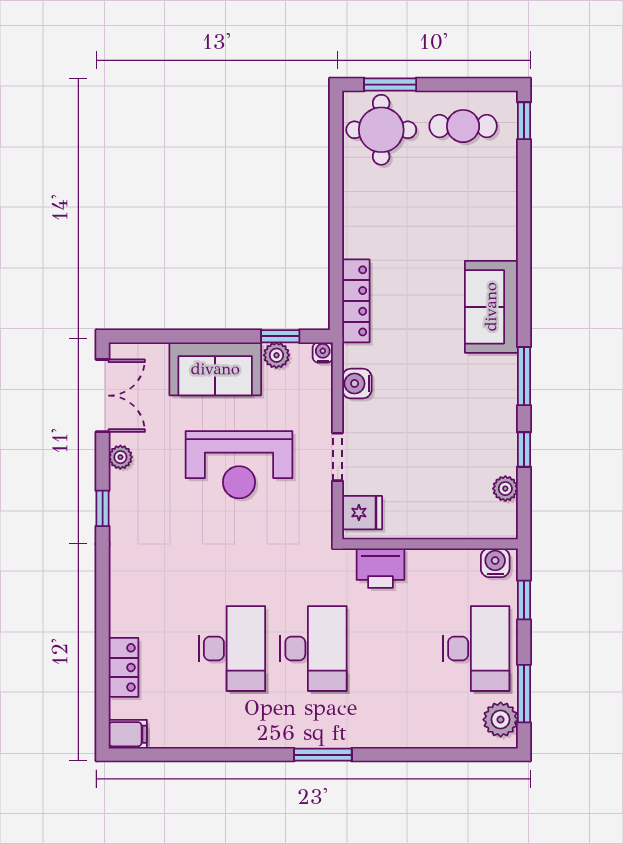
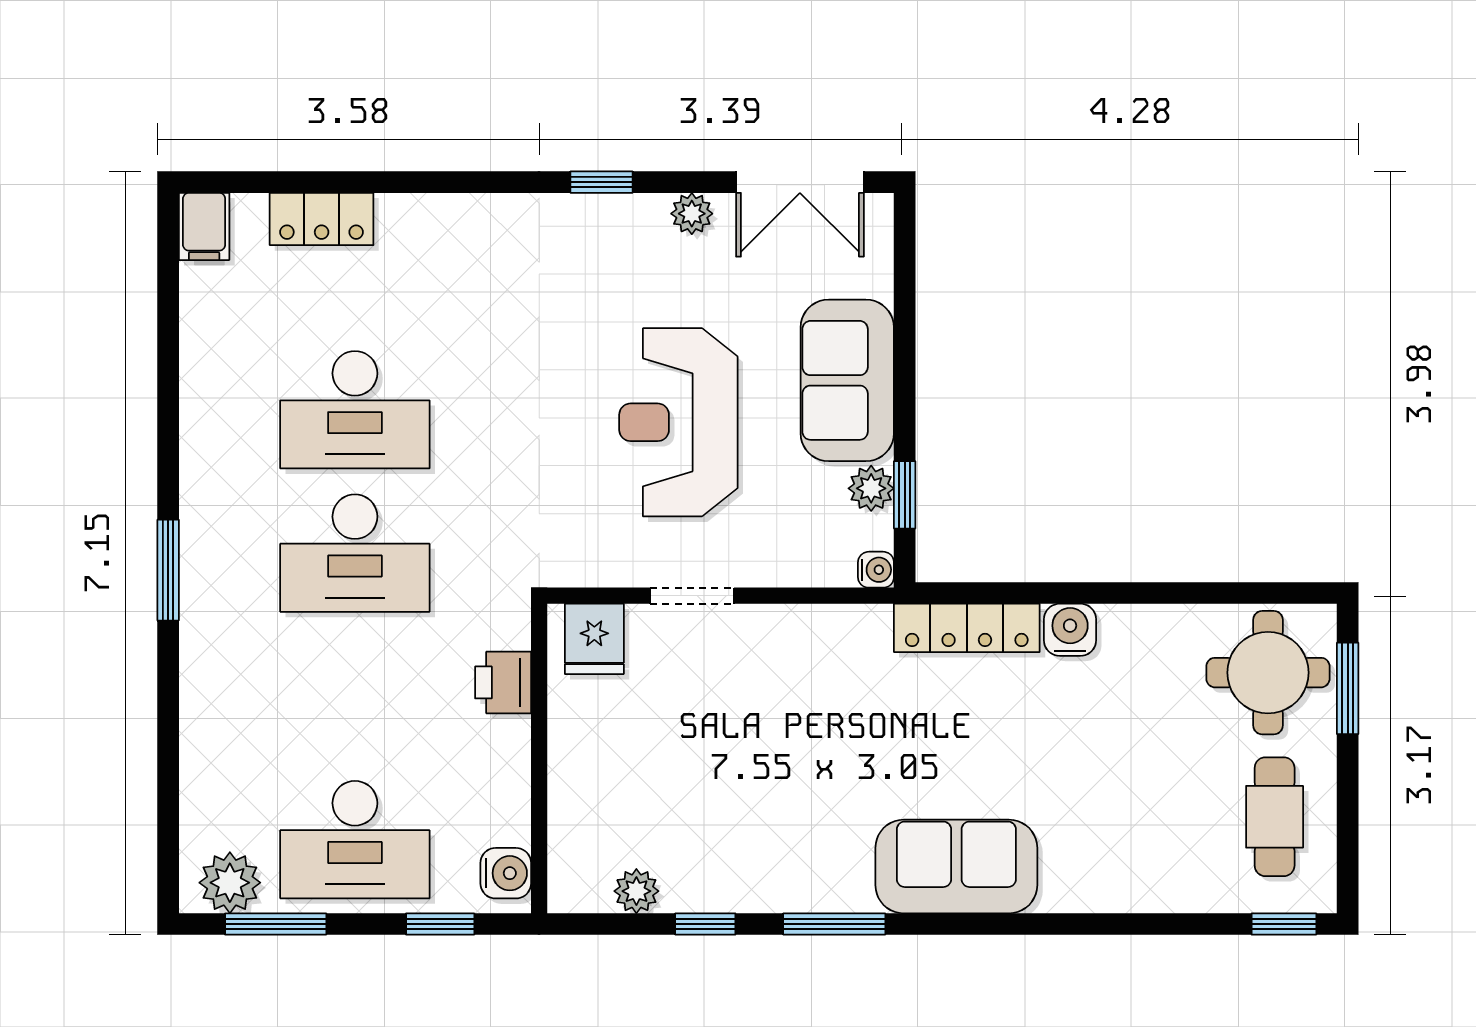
water cooler: (357, 383) -> (1070, 630), moved
printer: (380, 568) -> (503, 682), width x0.73, depth x0.81

